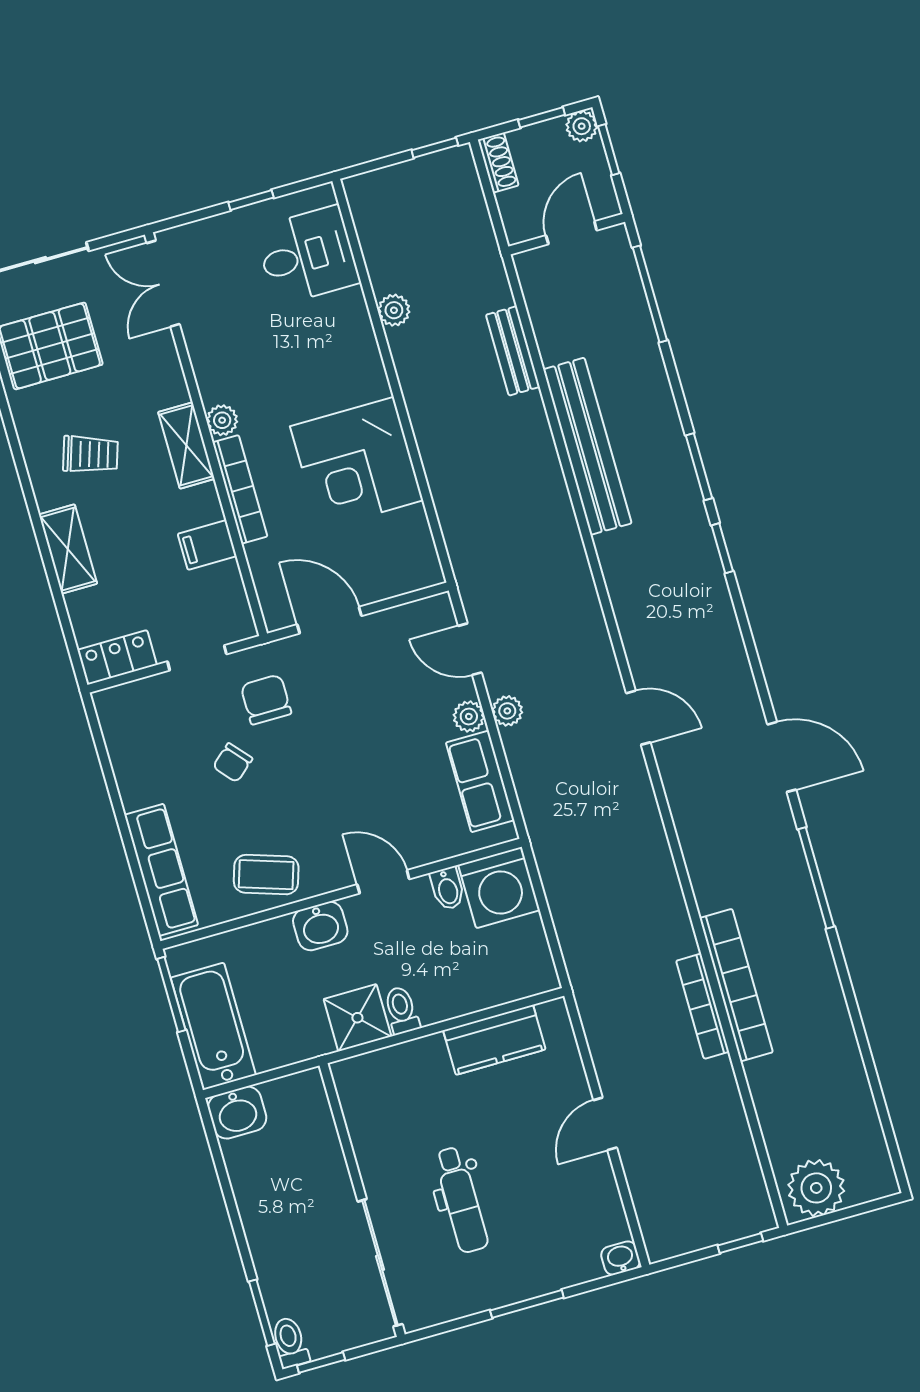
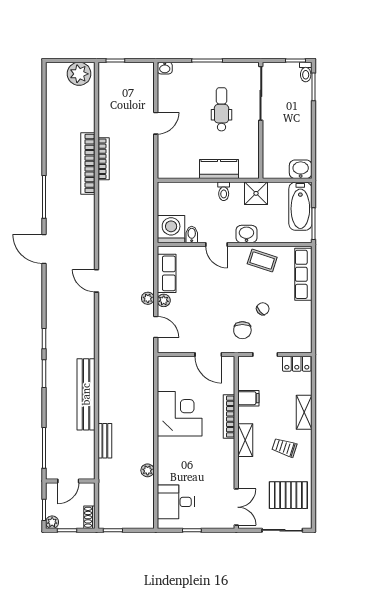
plant: (222, 420) -> (228, 446), removed
shower: (357, 1018) -> (256, 193), moved
kitchen counter: (494, 1040) -> (219, 169), moved

